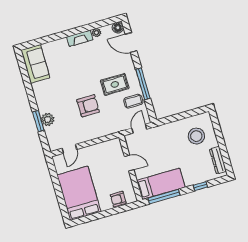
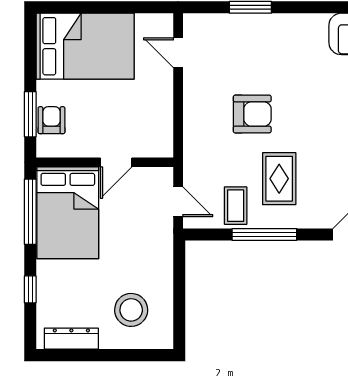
armchair: (88, 106) -> (252, 114), turned -90
plant: (48, 119) -> (248, 27), removed
bed: (161, 184) -> (68, 213), width x1.50
window: (118, 210) -> (30, 114), added

